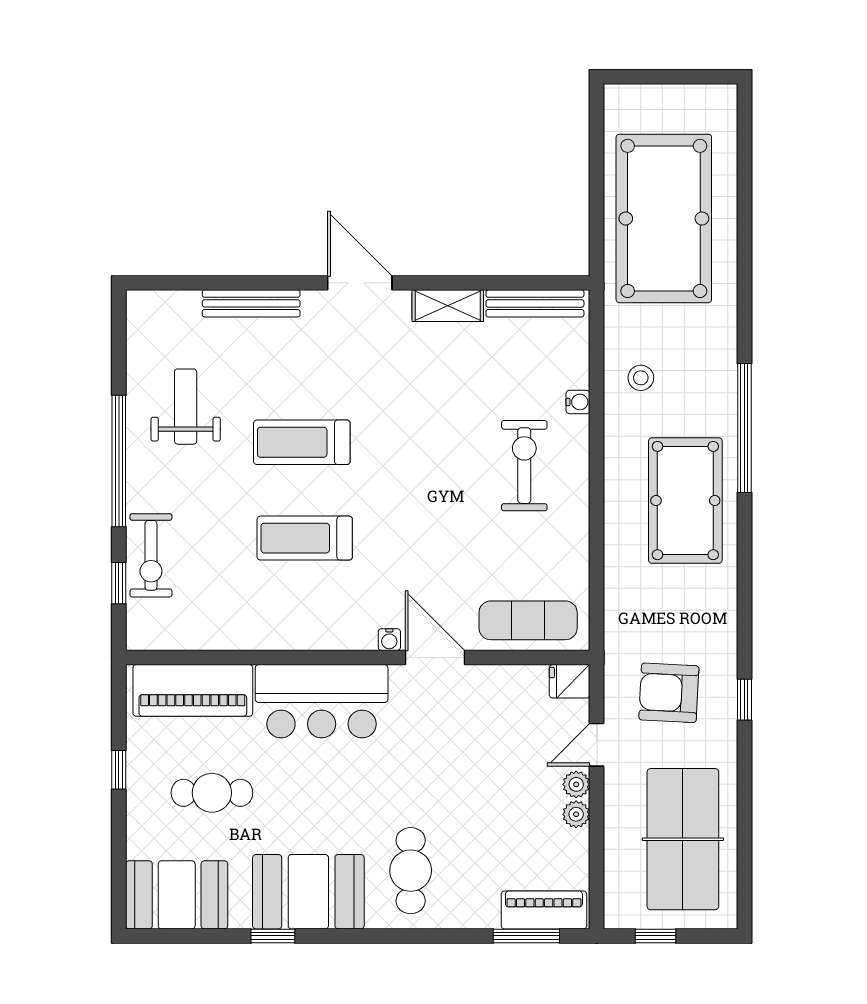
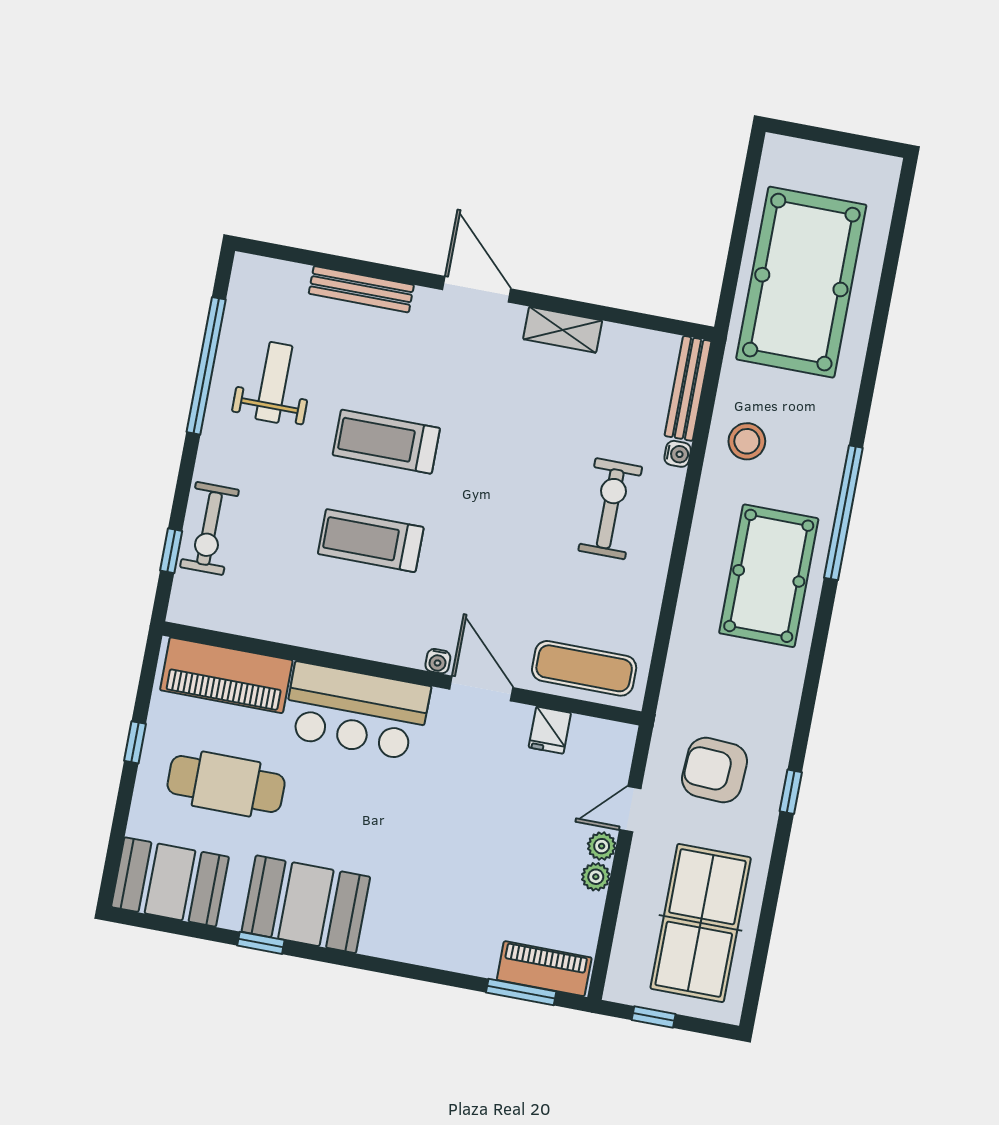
bench: (535, 303) -> (688, 388), moved, turned 90
stool: (641, 378) -> (747, 441), width x1.37, depth x1.37
window: (119, 461) -> (206, 366), moved
fridge: (570, 681) -> (550, 730), moved, turned -90
cafe table: (212, 793) -> (226, 784), width x1.37, depth x1.35
cafe table: (411, 871) -> (415, 902), removed

